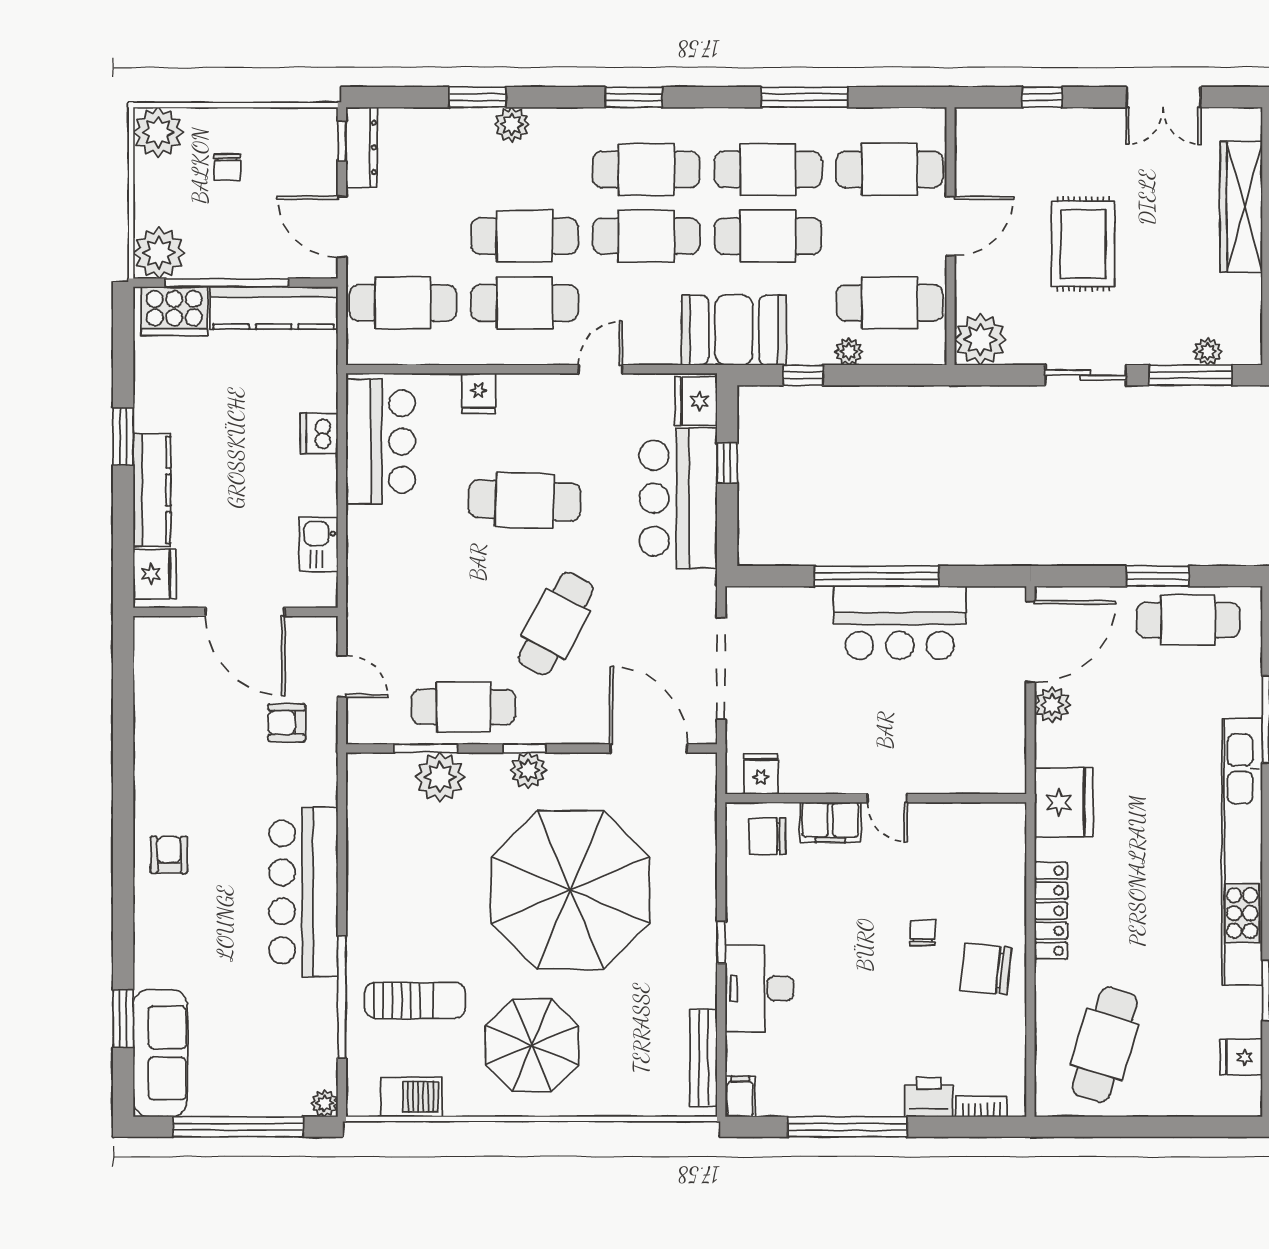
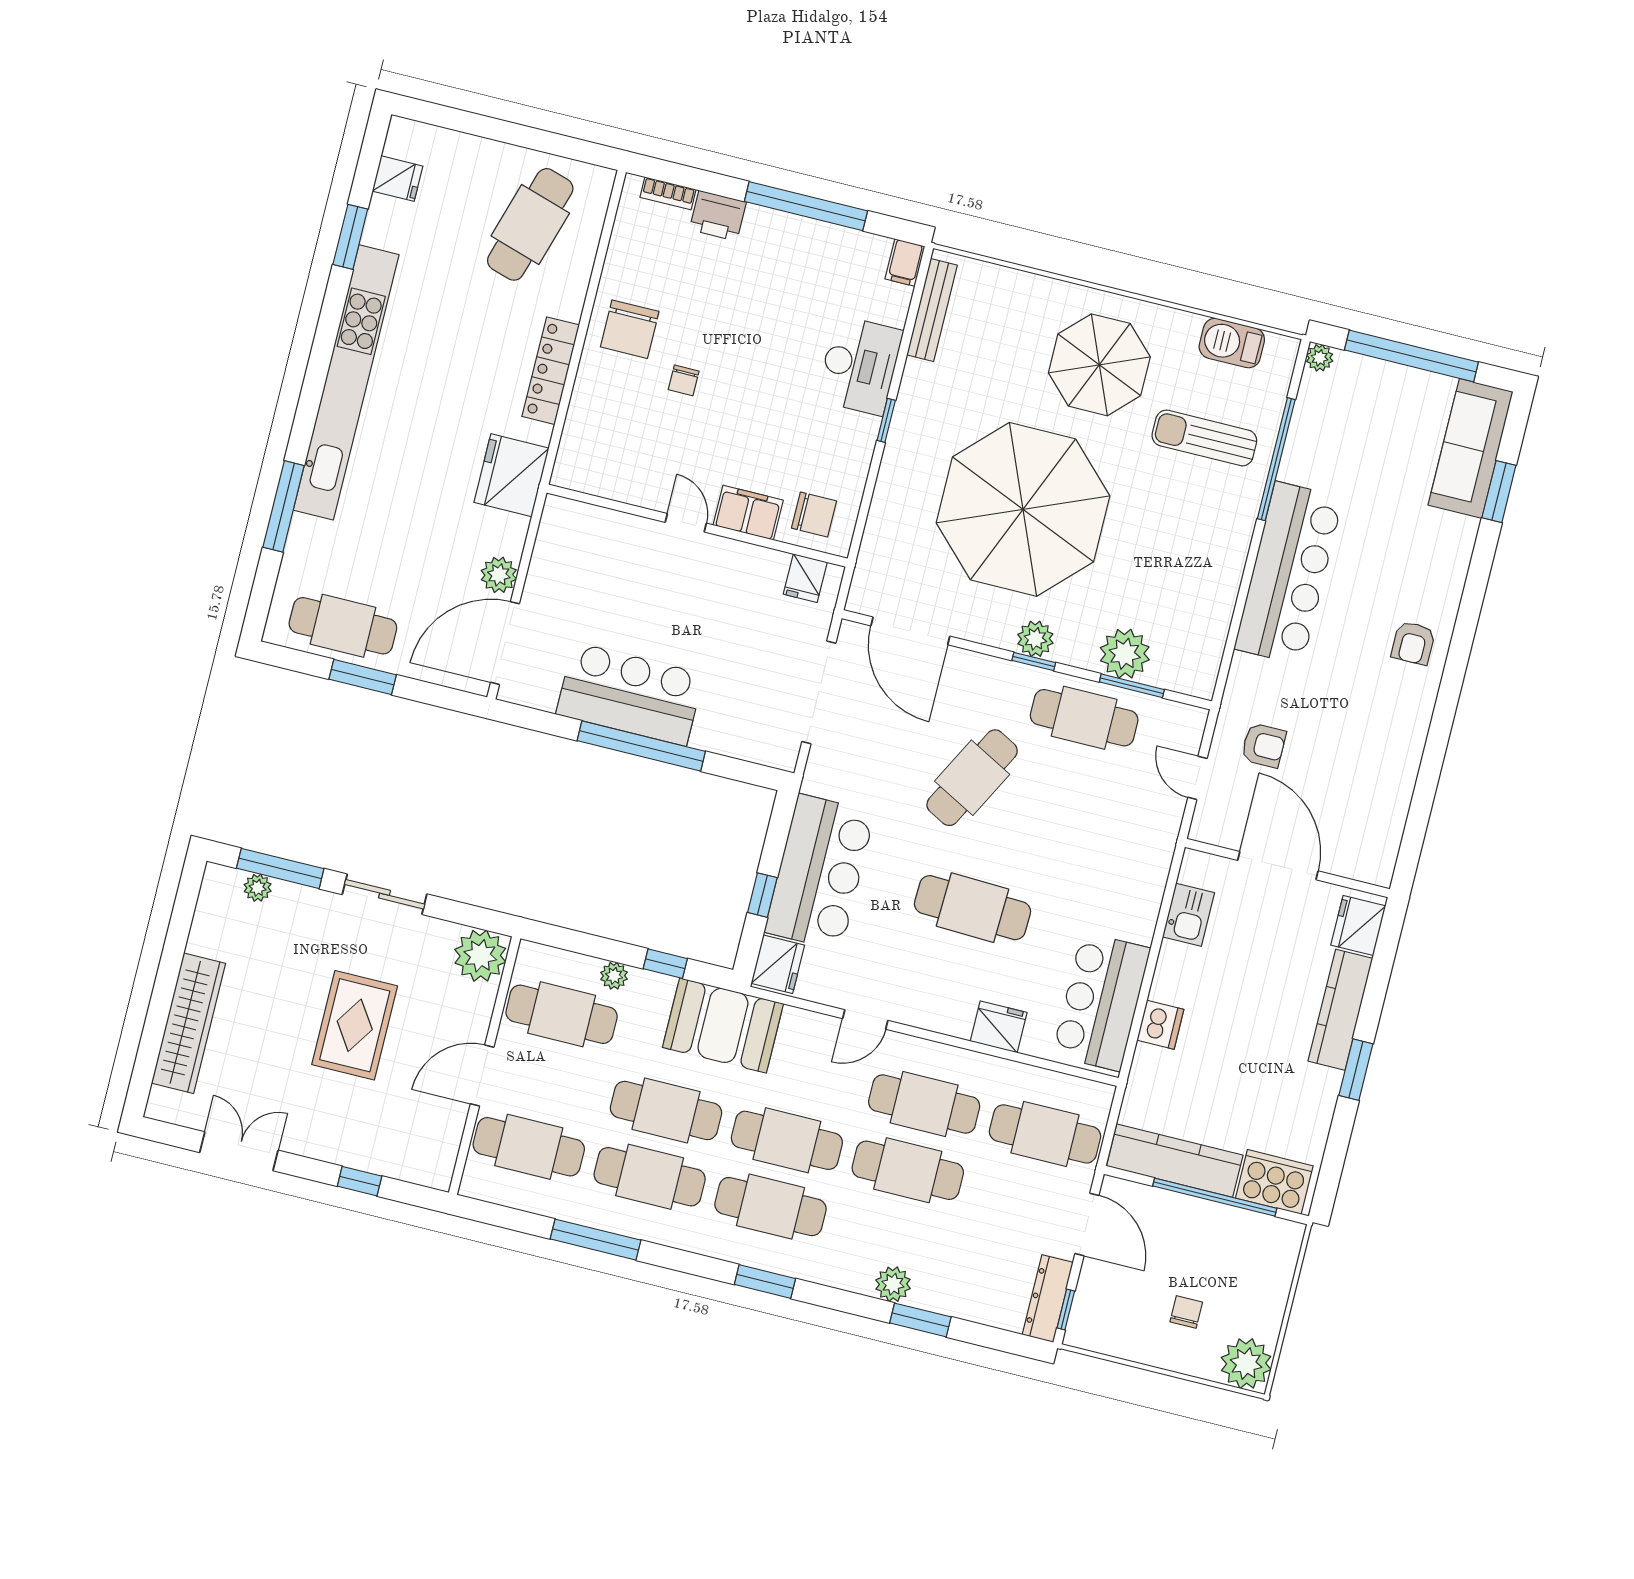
plant: (159, 253) -> (1275, 1244), removed
fridge: (479, 394) -> (999, 1027), width x1.38
chair: (986, 969) -> (630, 329), turned 84

